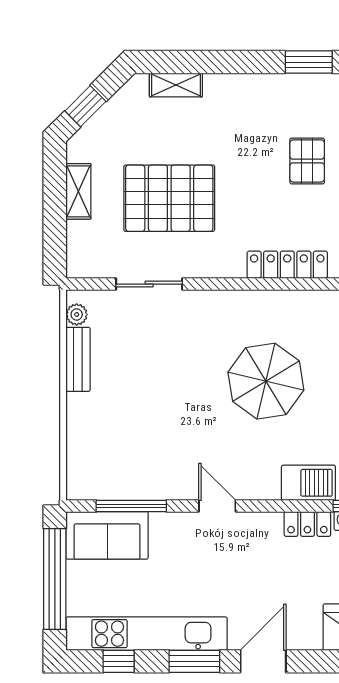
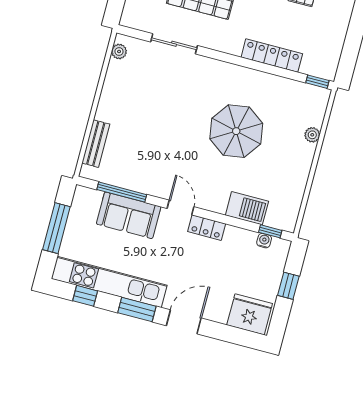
bench: (78, 359) -> (96, 144), moved
locker: (307, 524) -> (207, 228), moved
sofa: (107, 535) -> (129, 215), moved
window: (55, 579) -> (56, 228), width x0.68

